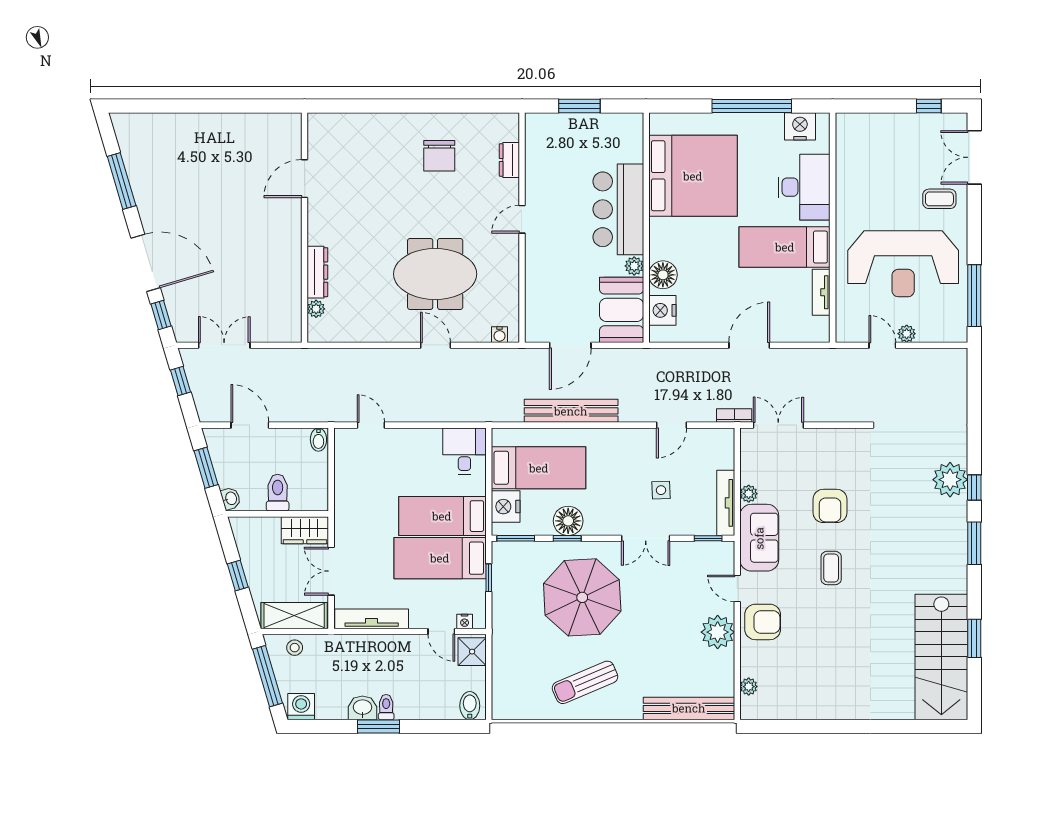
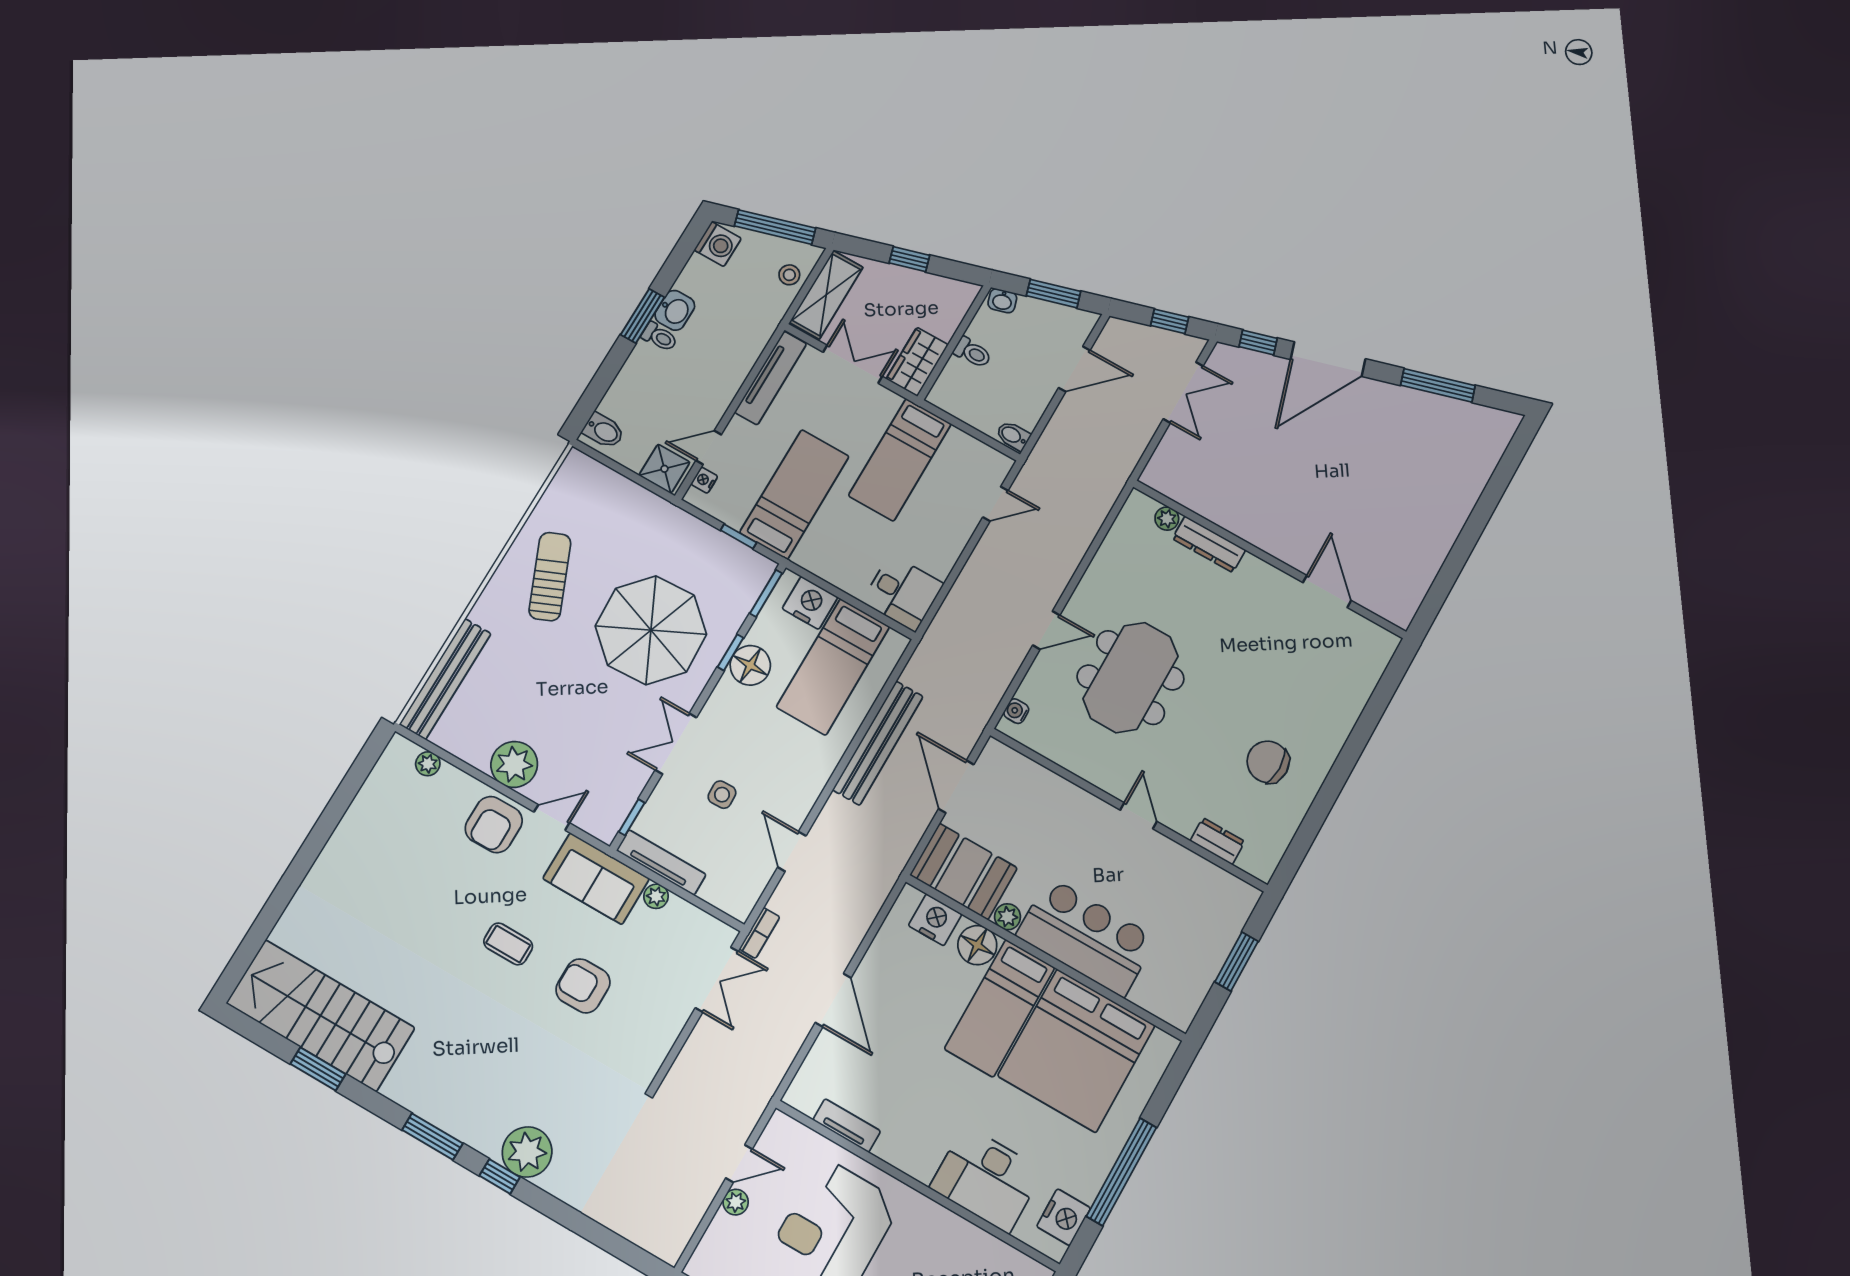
bed: (785, 247) -> (1000, 1008), moved, turned 180
toilet: (278, 493) -> (972, 353), width x0.73, depth x0.72
bed: (442, 516) -> (900, 460), moved, turned 180

